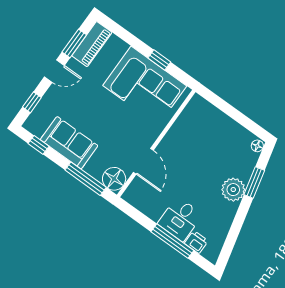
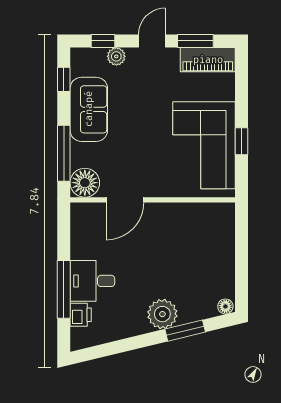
door: (54, 71) -> (152, 41), swing flipped
plant: (48, 101) -> (116, 56), added

